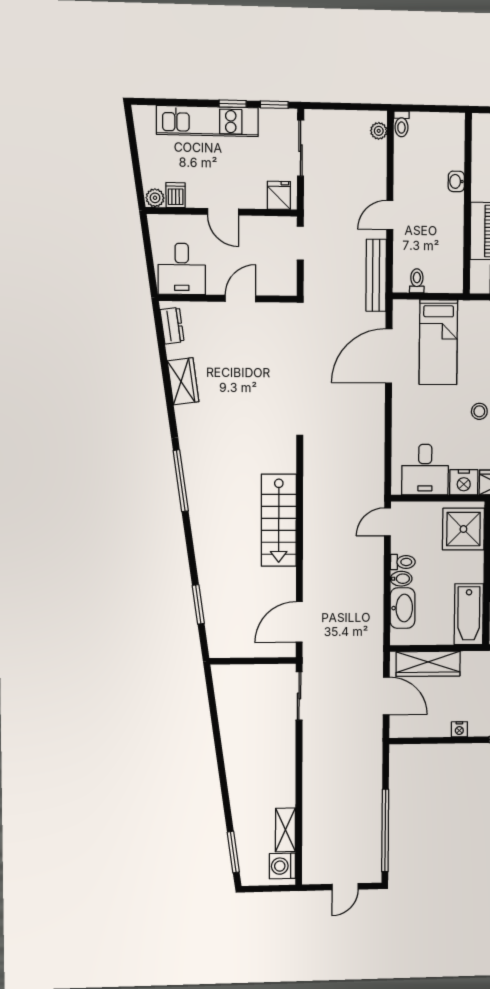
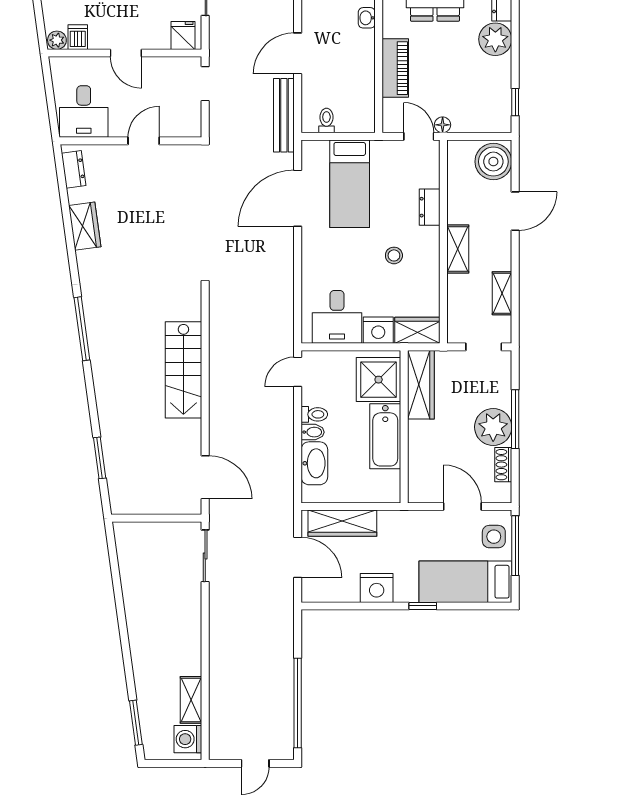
door: (390, 215) -> (298, 53), width x1.38
bathtub: (469, 614) -> (385, 436), moved
door: (299, 622) -> (205, 477), swing flipped
nightstand: (459, 729) -> (377, 588), width x1.89, depth x1.79

